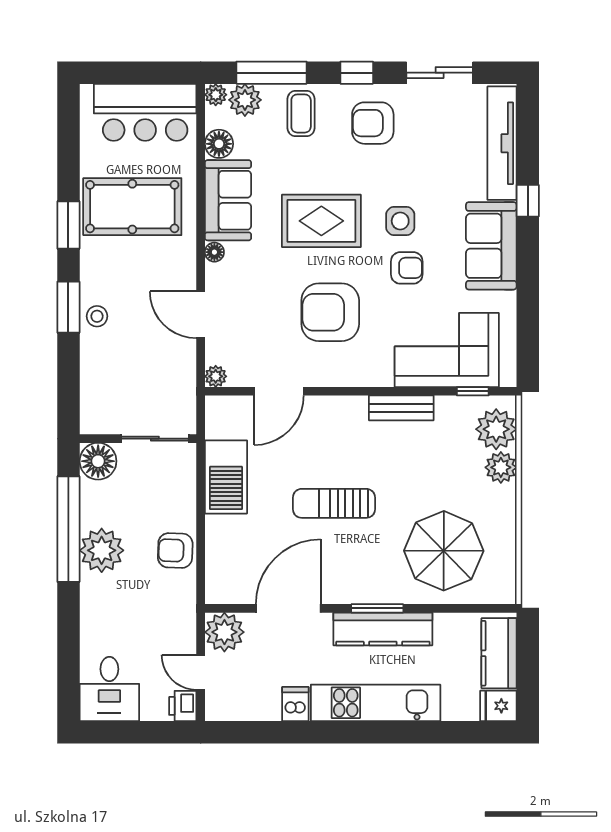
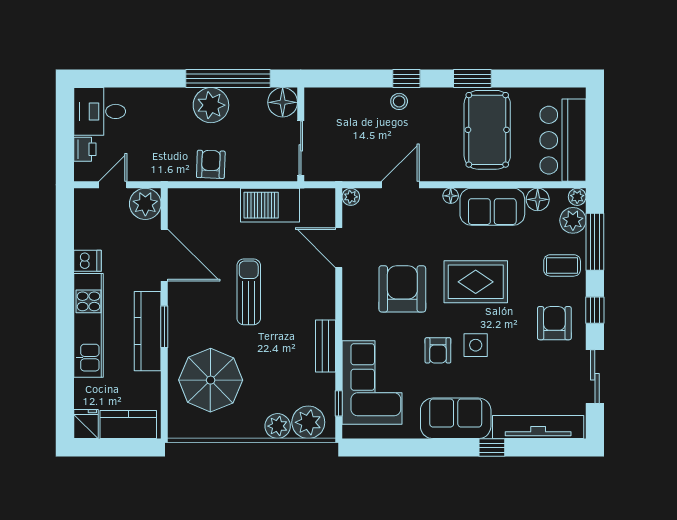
rug: (321, 221) -> (476, 282), turned 90
window: (68, 307) -> (406, 79), width x0.67
printer: (183, 706) -> (85, 149), moved, turned 90

